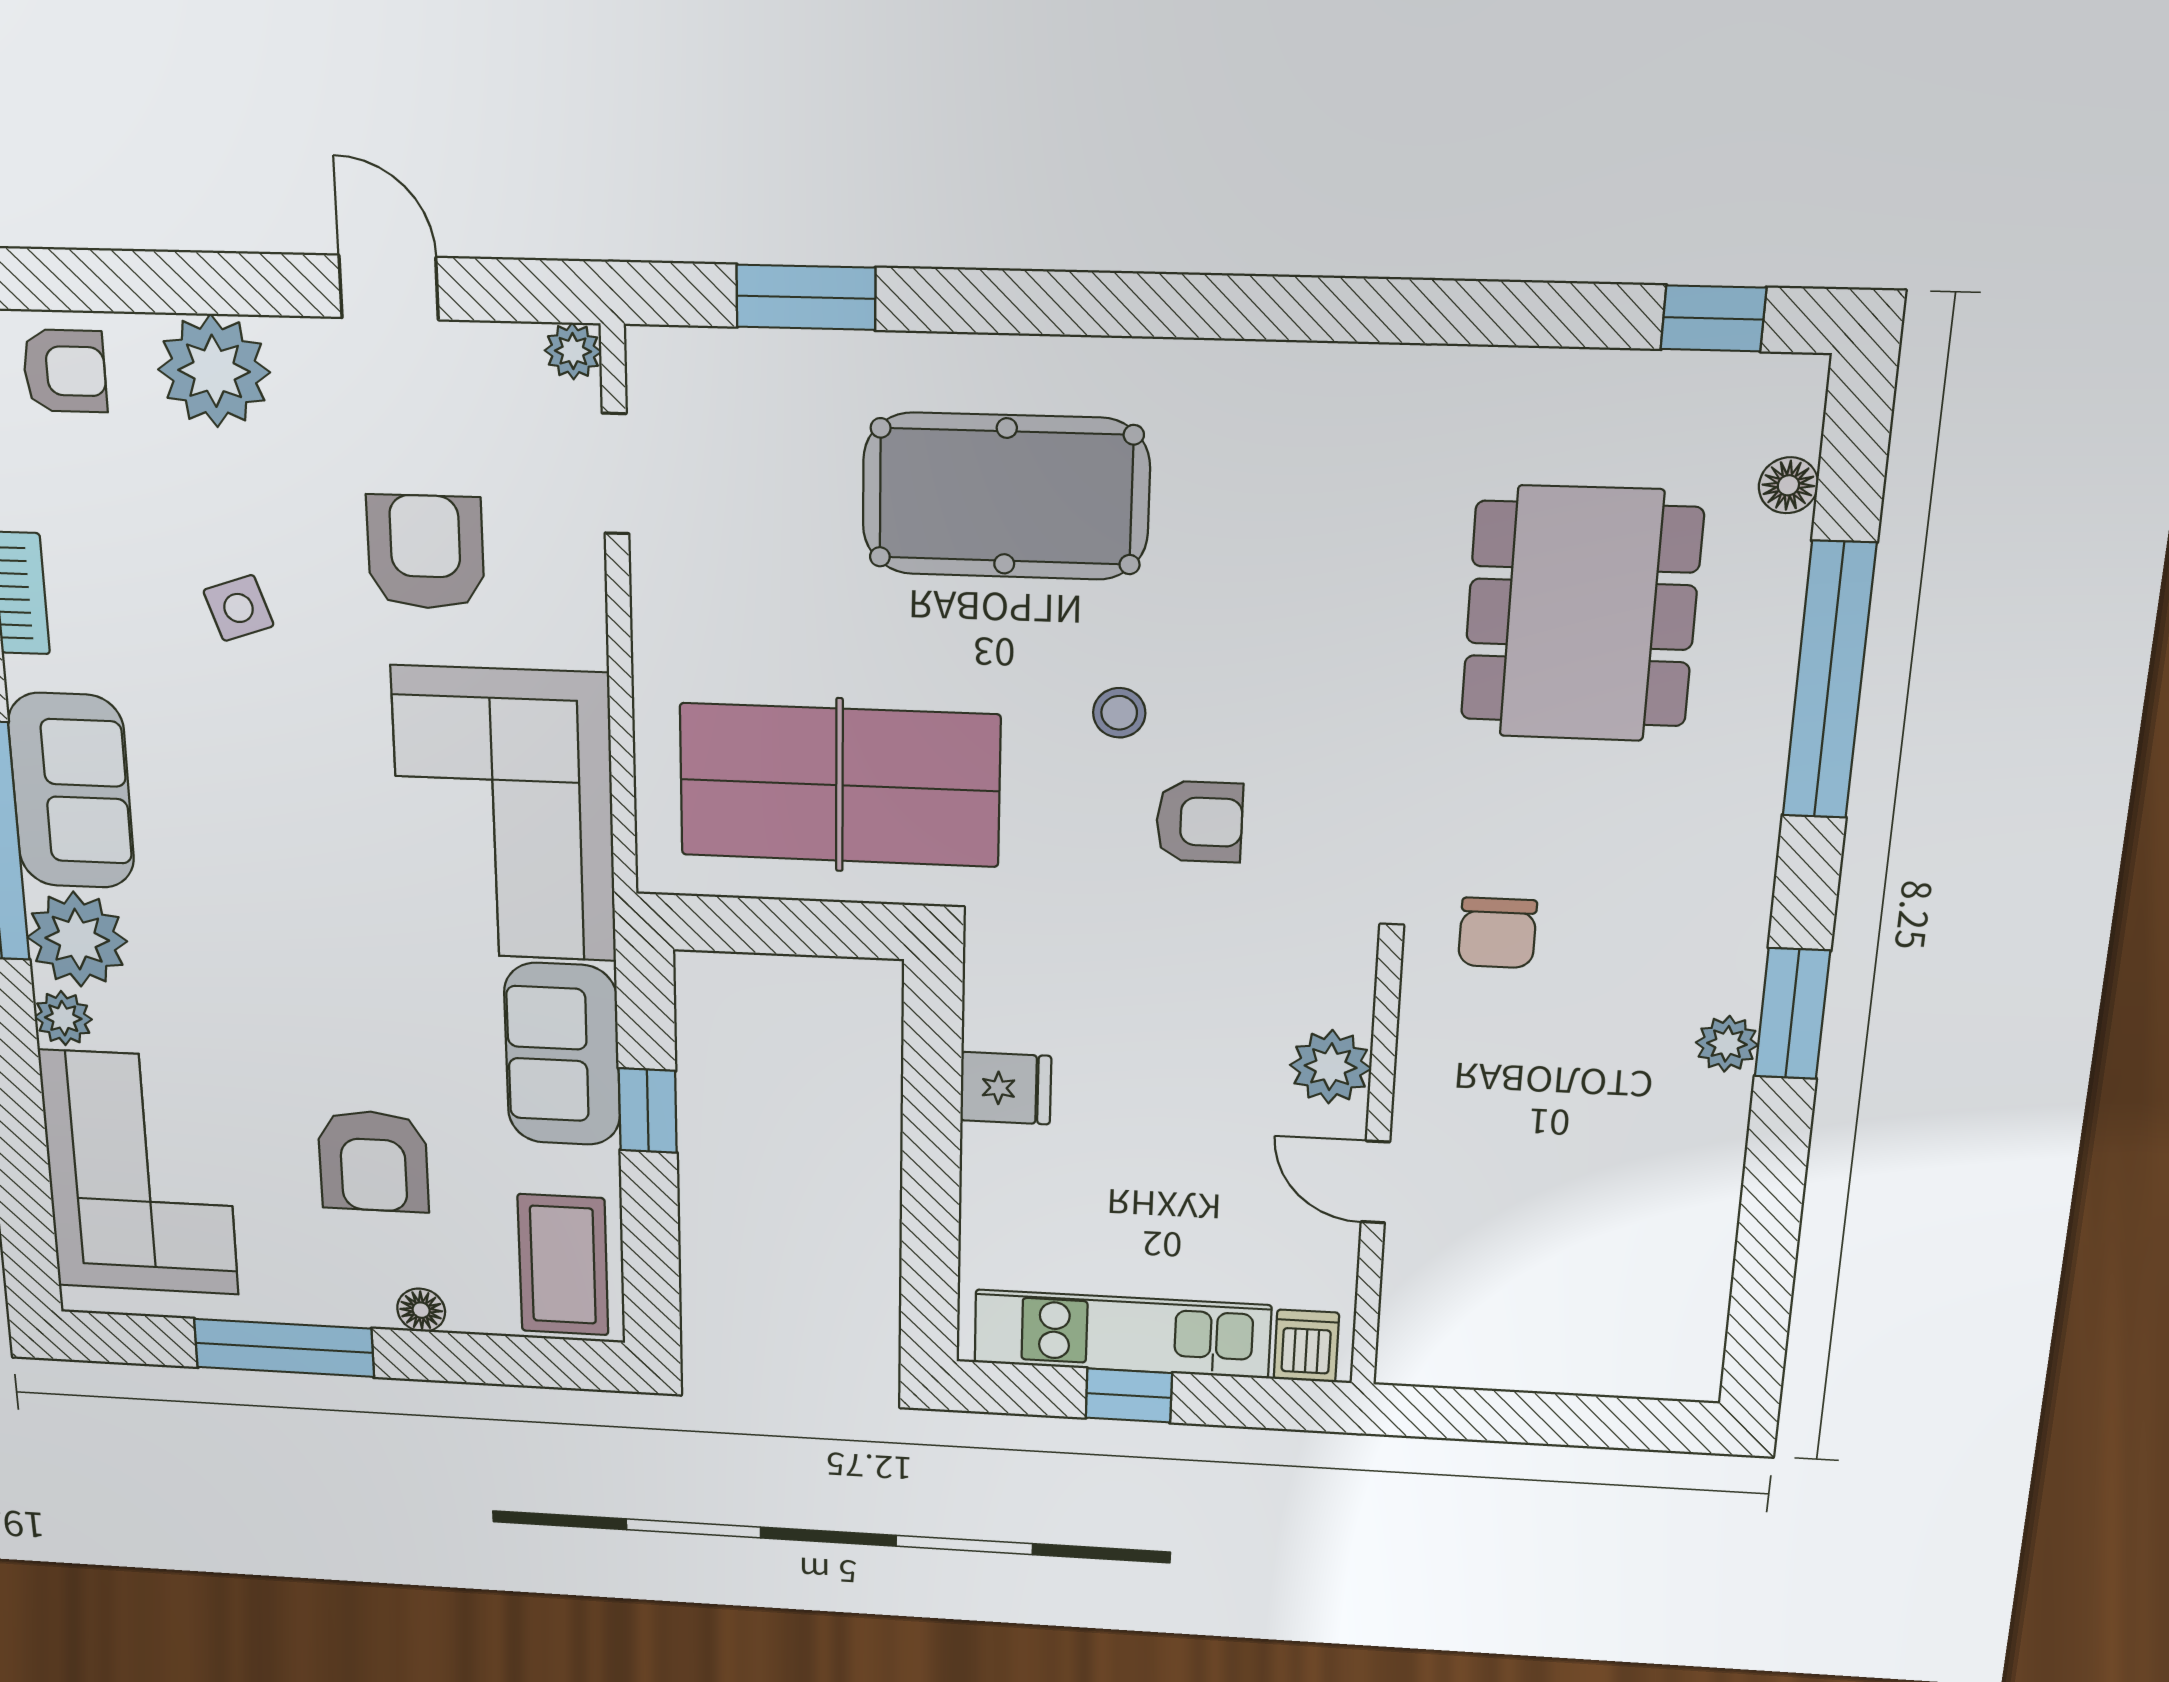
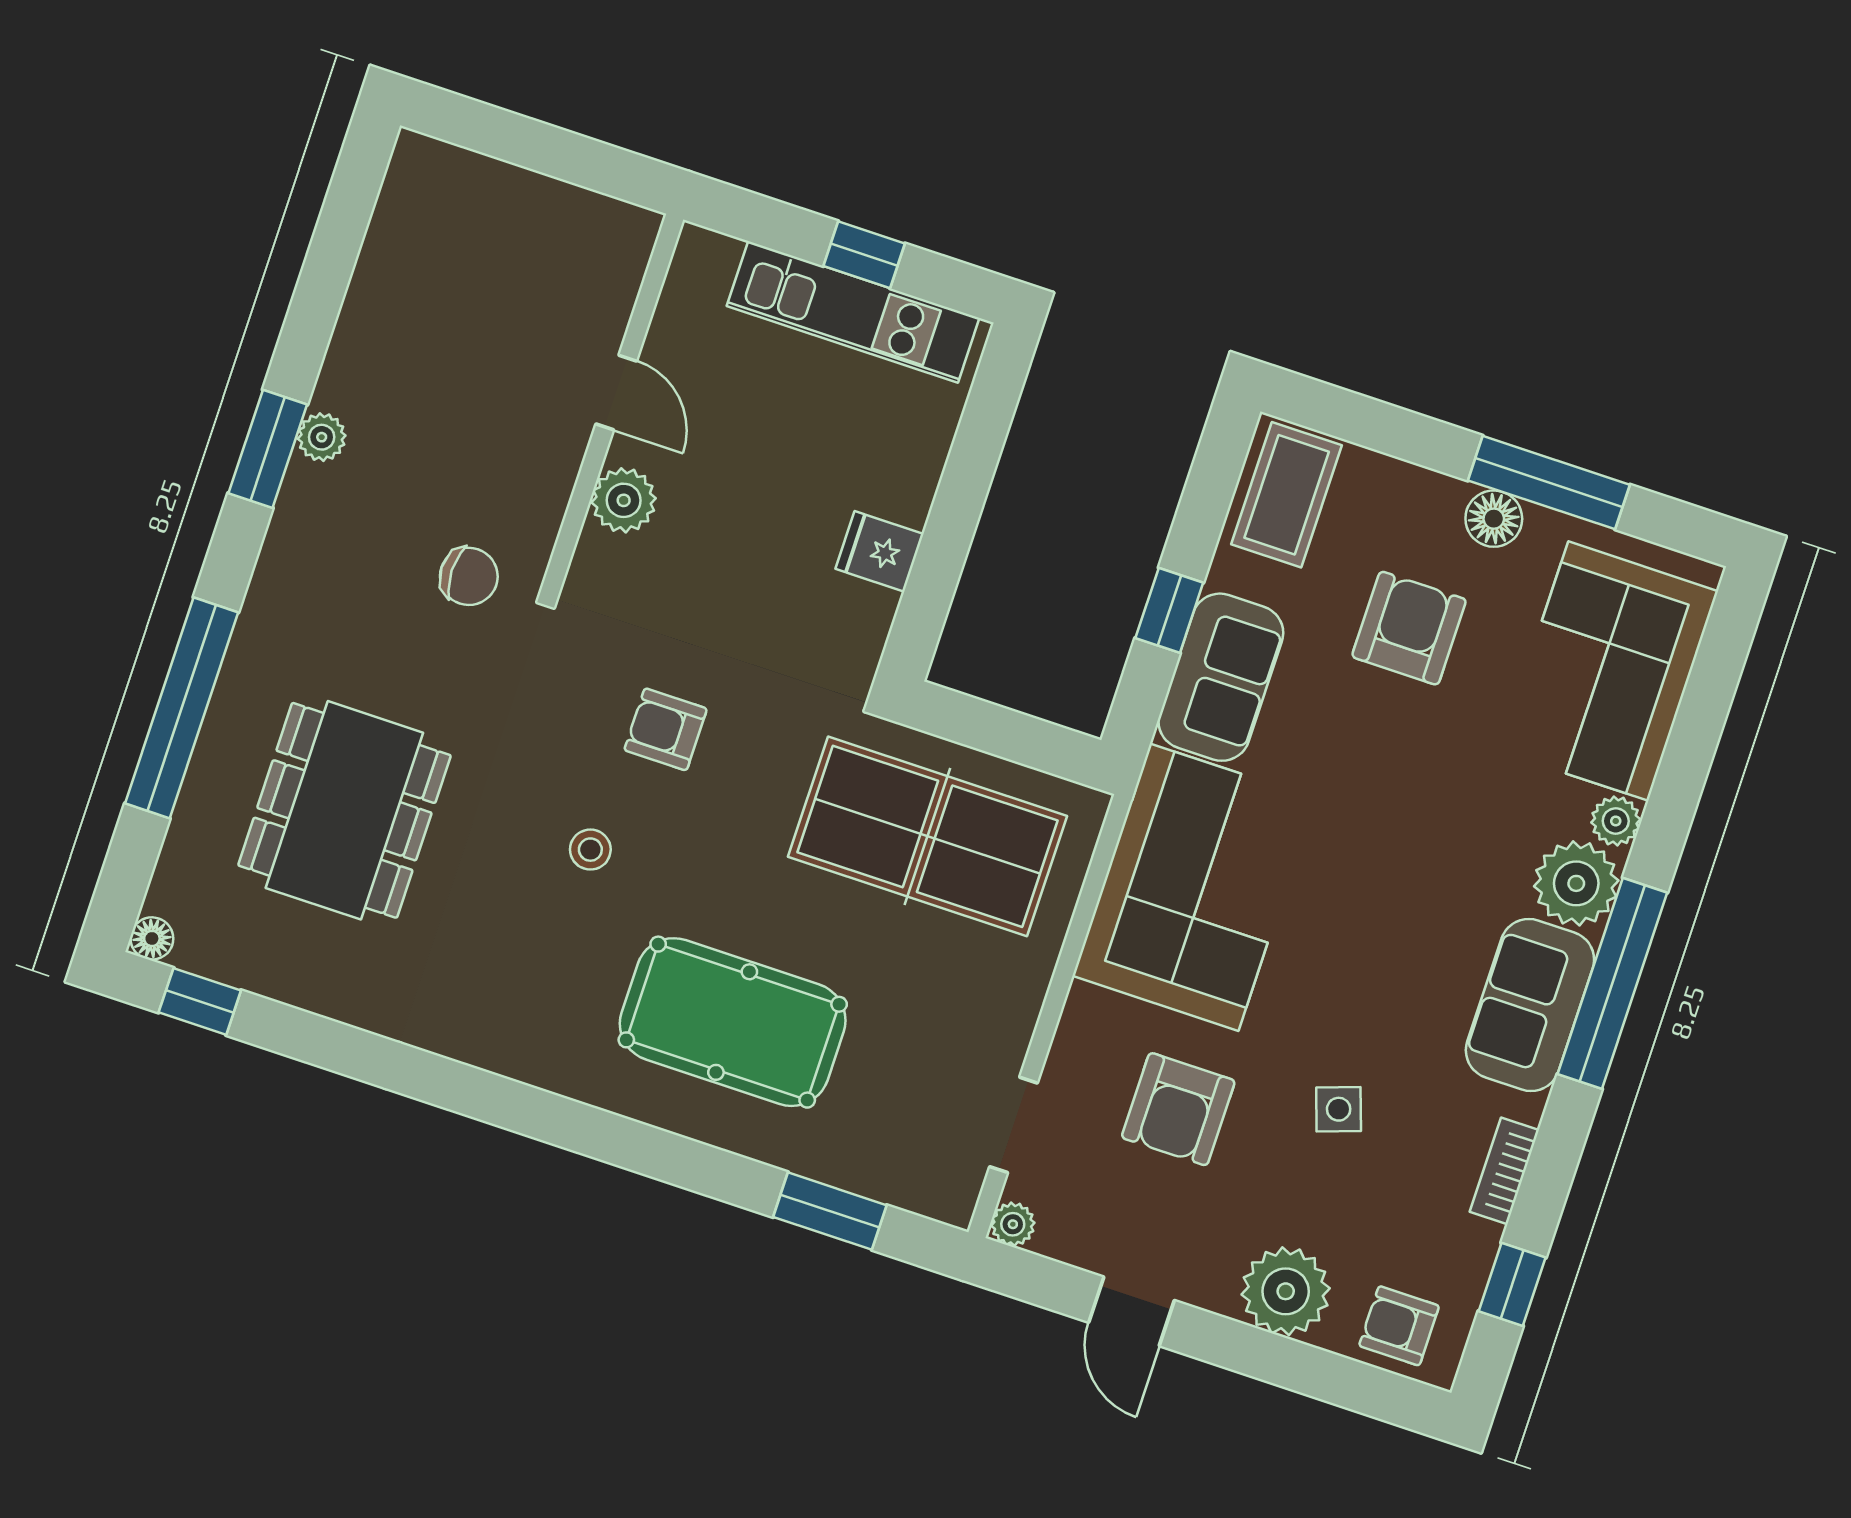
floor lamp: (1788, 485) -> (152, 938), moved
stool: (1119, 713) -> (590, 850), moved
chair: (1497, 933) -> (469, 576), turned 90
floor lamp: (421, 1310) -> (1494, 519), moved, width x1.37, depth x1.37
dishwasher: (1306, 1346) -> (710, 262), removed

